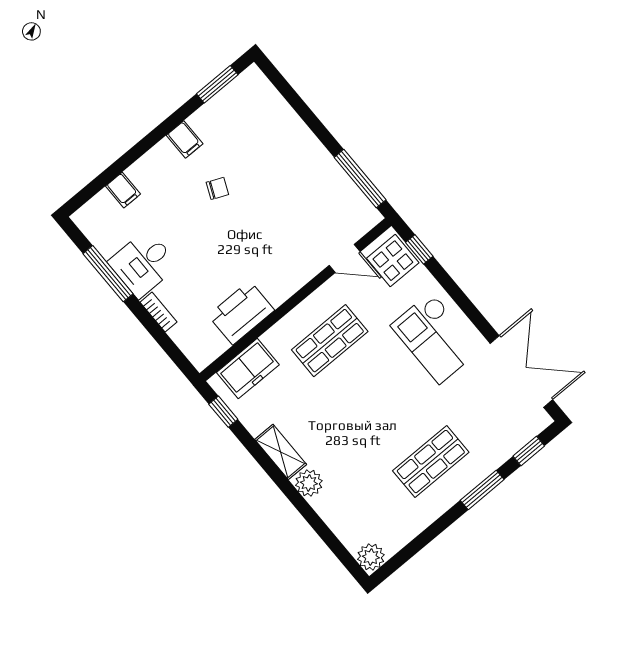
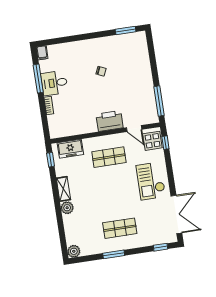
filing cabinet: (185, 139) -> (100, 44), removed
filing cabinet: (123, 190) -> (42, 53), moved
printer: (241, 313) -> (110, 121), moved
window: (482, 490) -> (114, 254), moved

